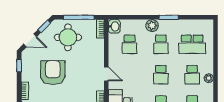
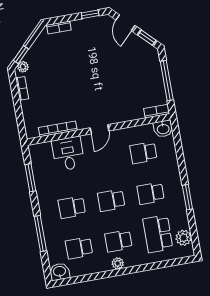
plant: (152, 26) -> (184, 238), moved
round table: (68, 37) -> (138, 71), removed
armchair: (53, 73) -> (89, 60), removed

